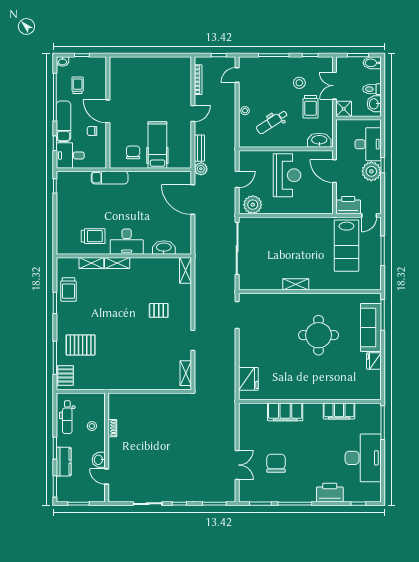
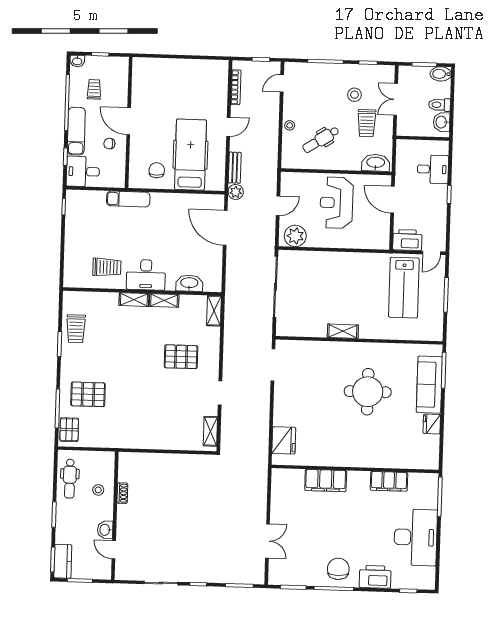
shower: (344, 109) -> (406, 127), removed
desk: (368, 144) -> (433, 169), width x0.73
hospital bed: (157, 145) -> (190, 155), width x1.37, depth x1.29
plant: (371, 171) -> (436, 201), removed
reception desk: (287, 175) -> (337, 203), turned 180
shelving: (91, 263) -> (164, 300), moved
pallet: (159, 310) -> (181, 357), width x1.50, depth x1.42
kitchen counter: (64, 462) -> (63, 561), moved
chair: (276, 463) -> (338, 569), moved

